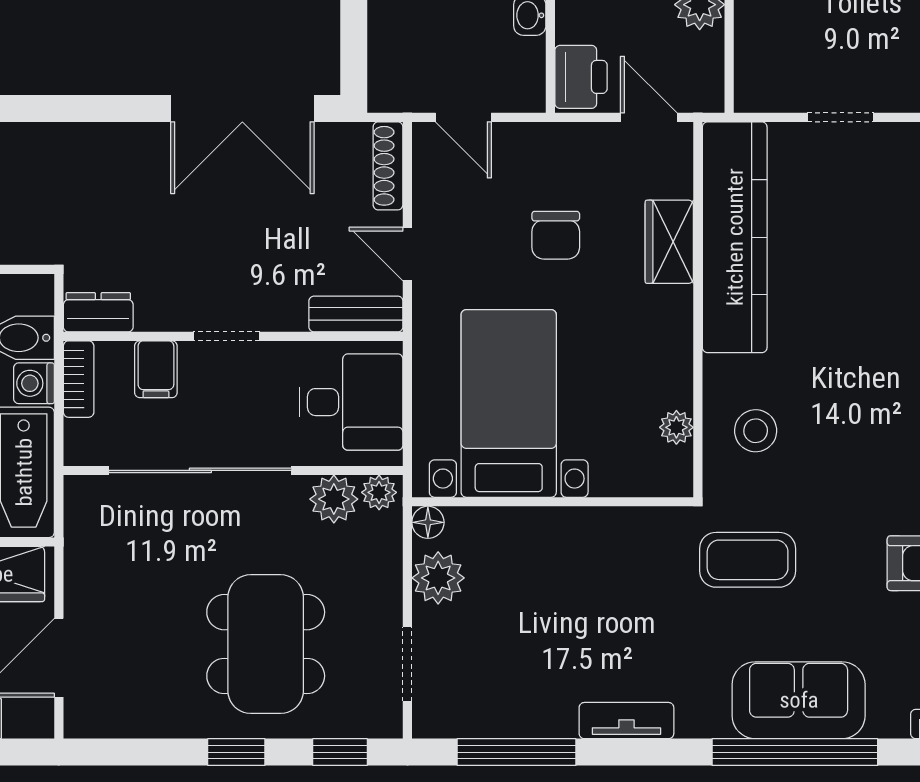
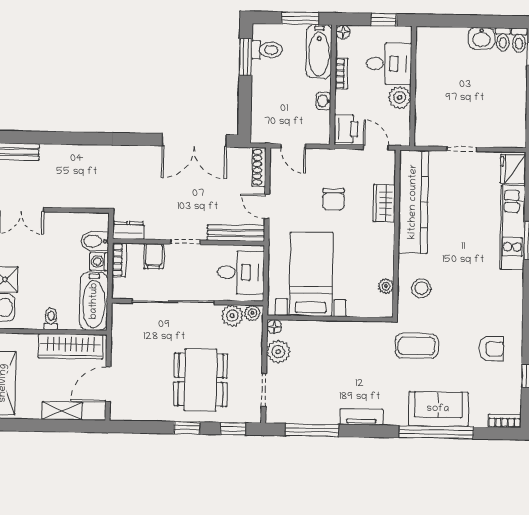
bench: (356, 314) -> (236, 233), width x1.36

